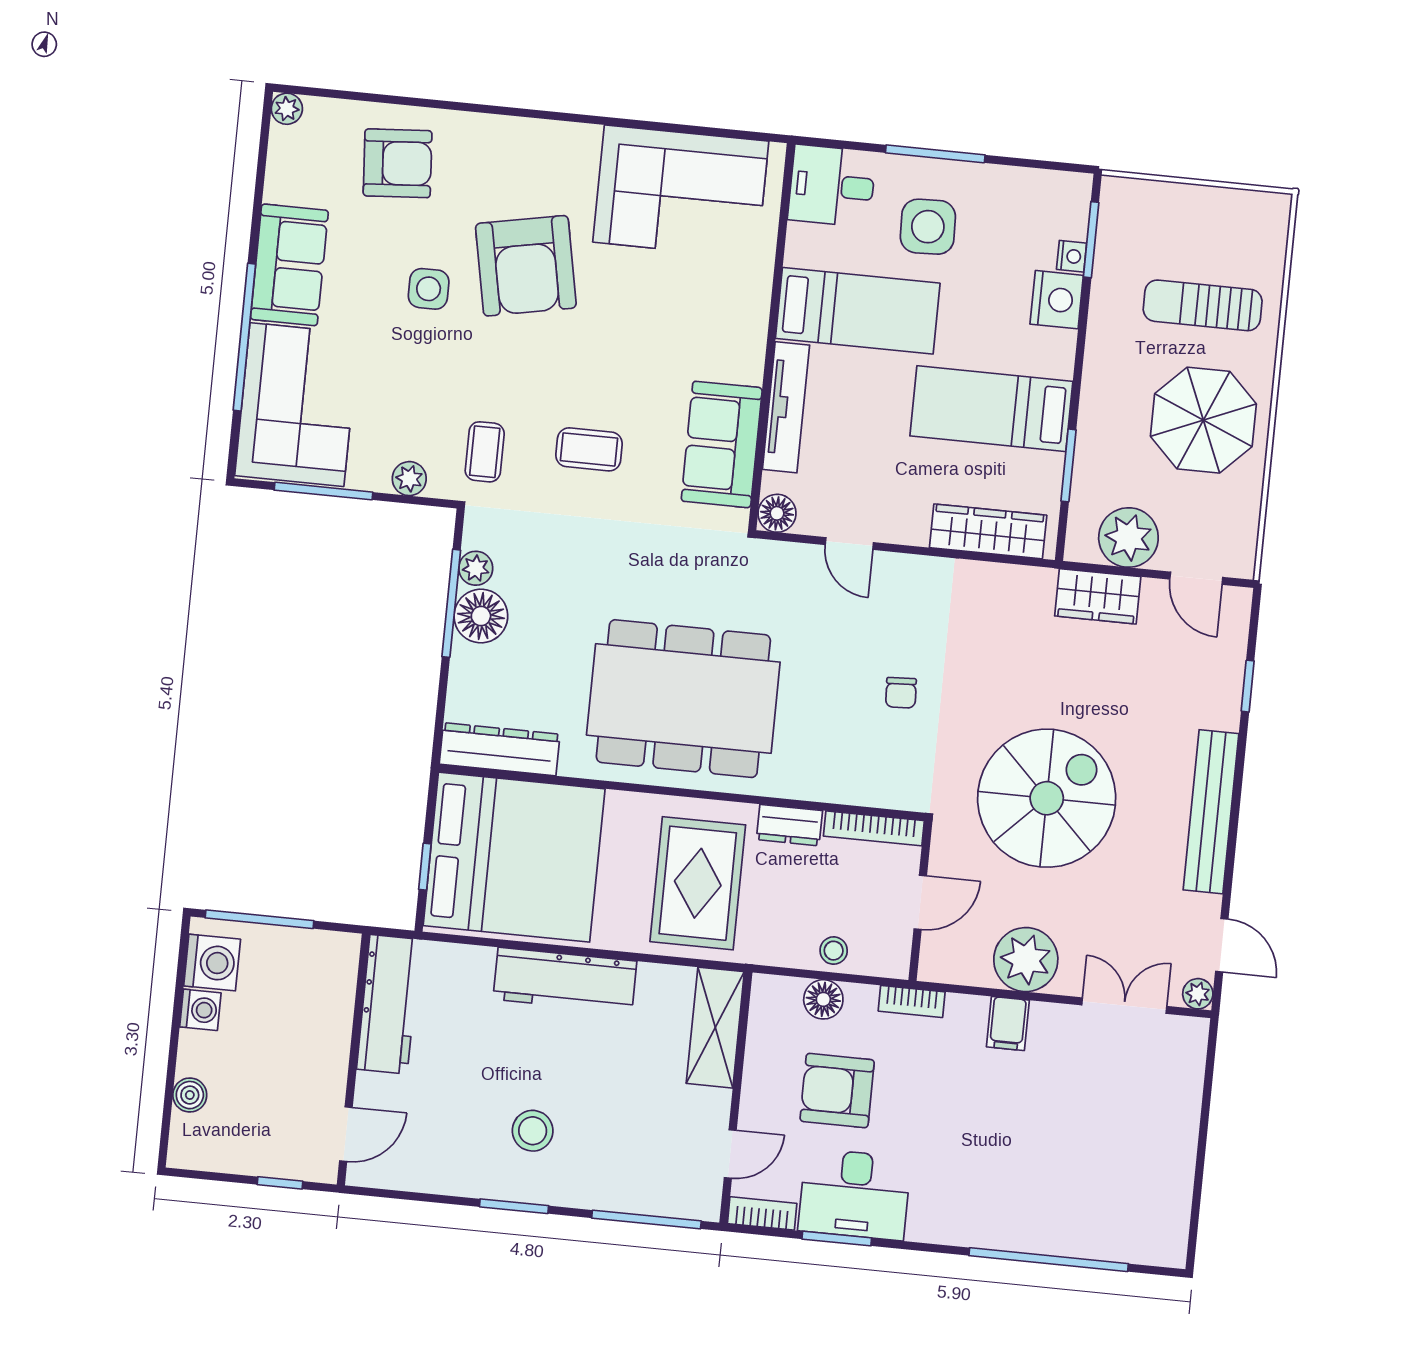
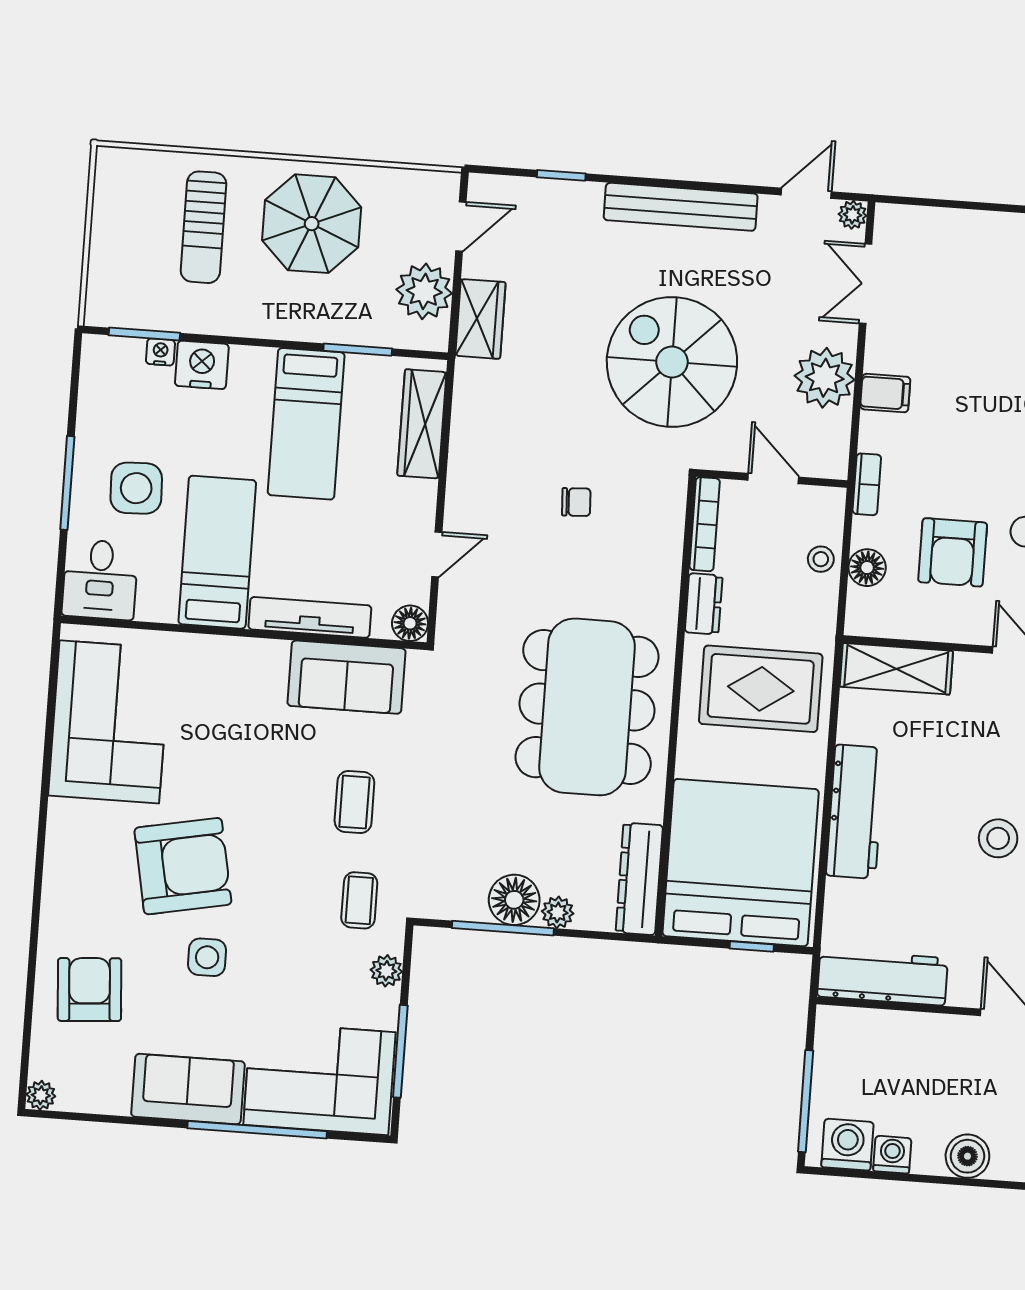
coffee table: (485, 452) -> (359, 900), turned 90
plant: (476, 568) -> (558, 912), moved
boiler: (190, 1095) -> (967, 1156), width x1.36, depth x1.36

